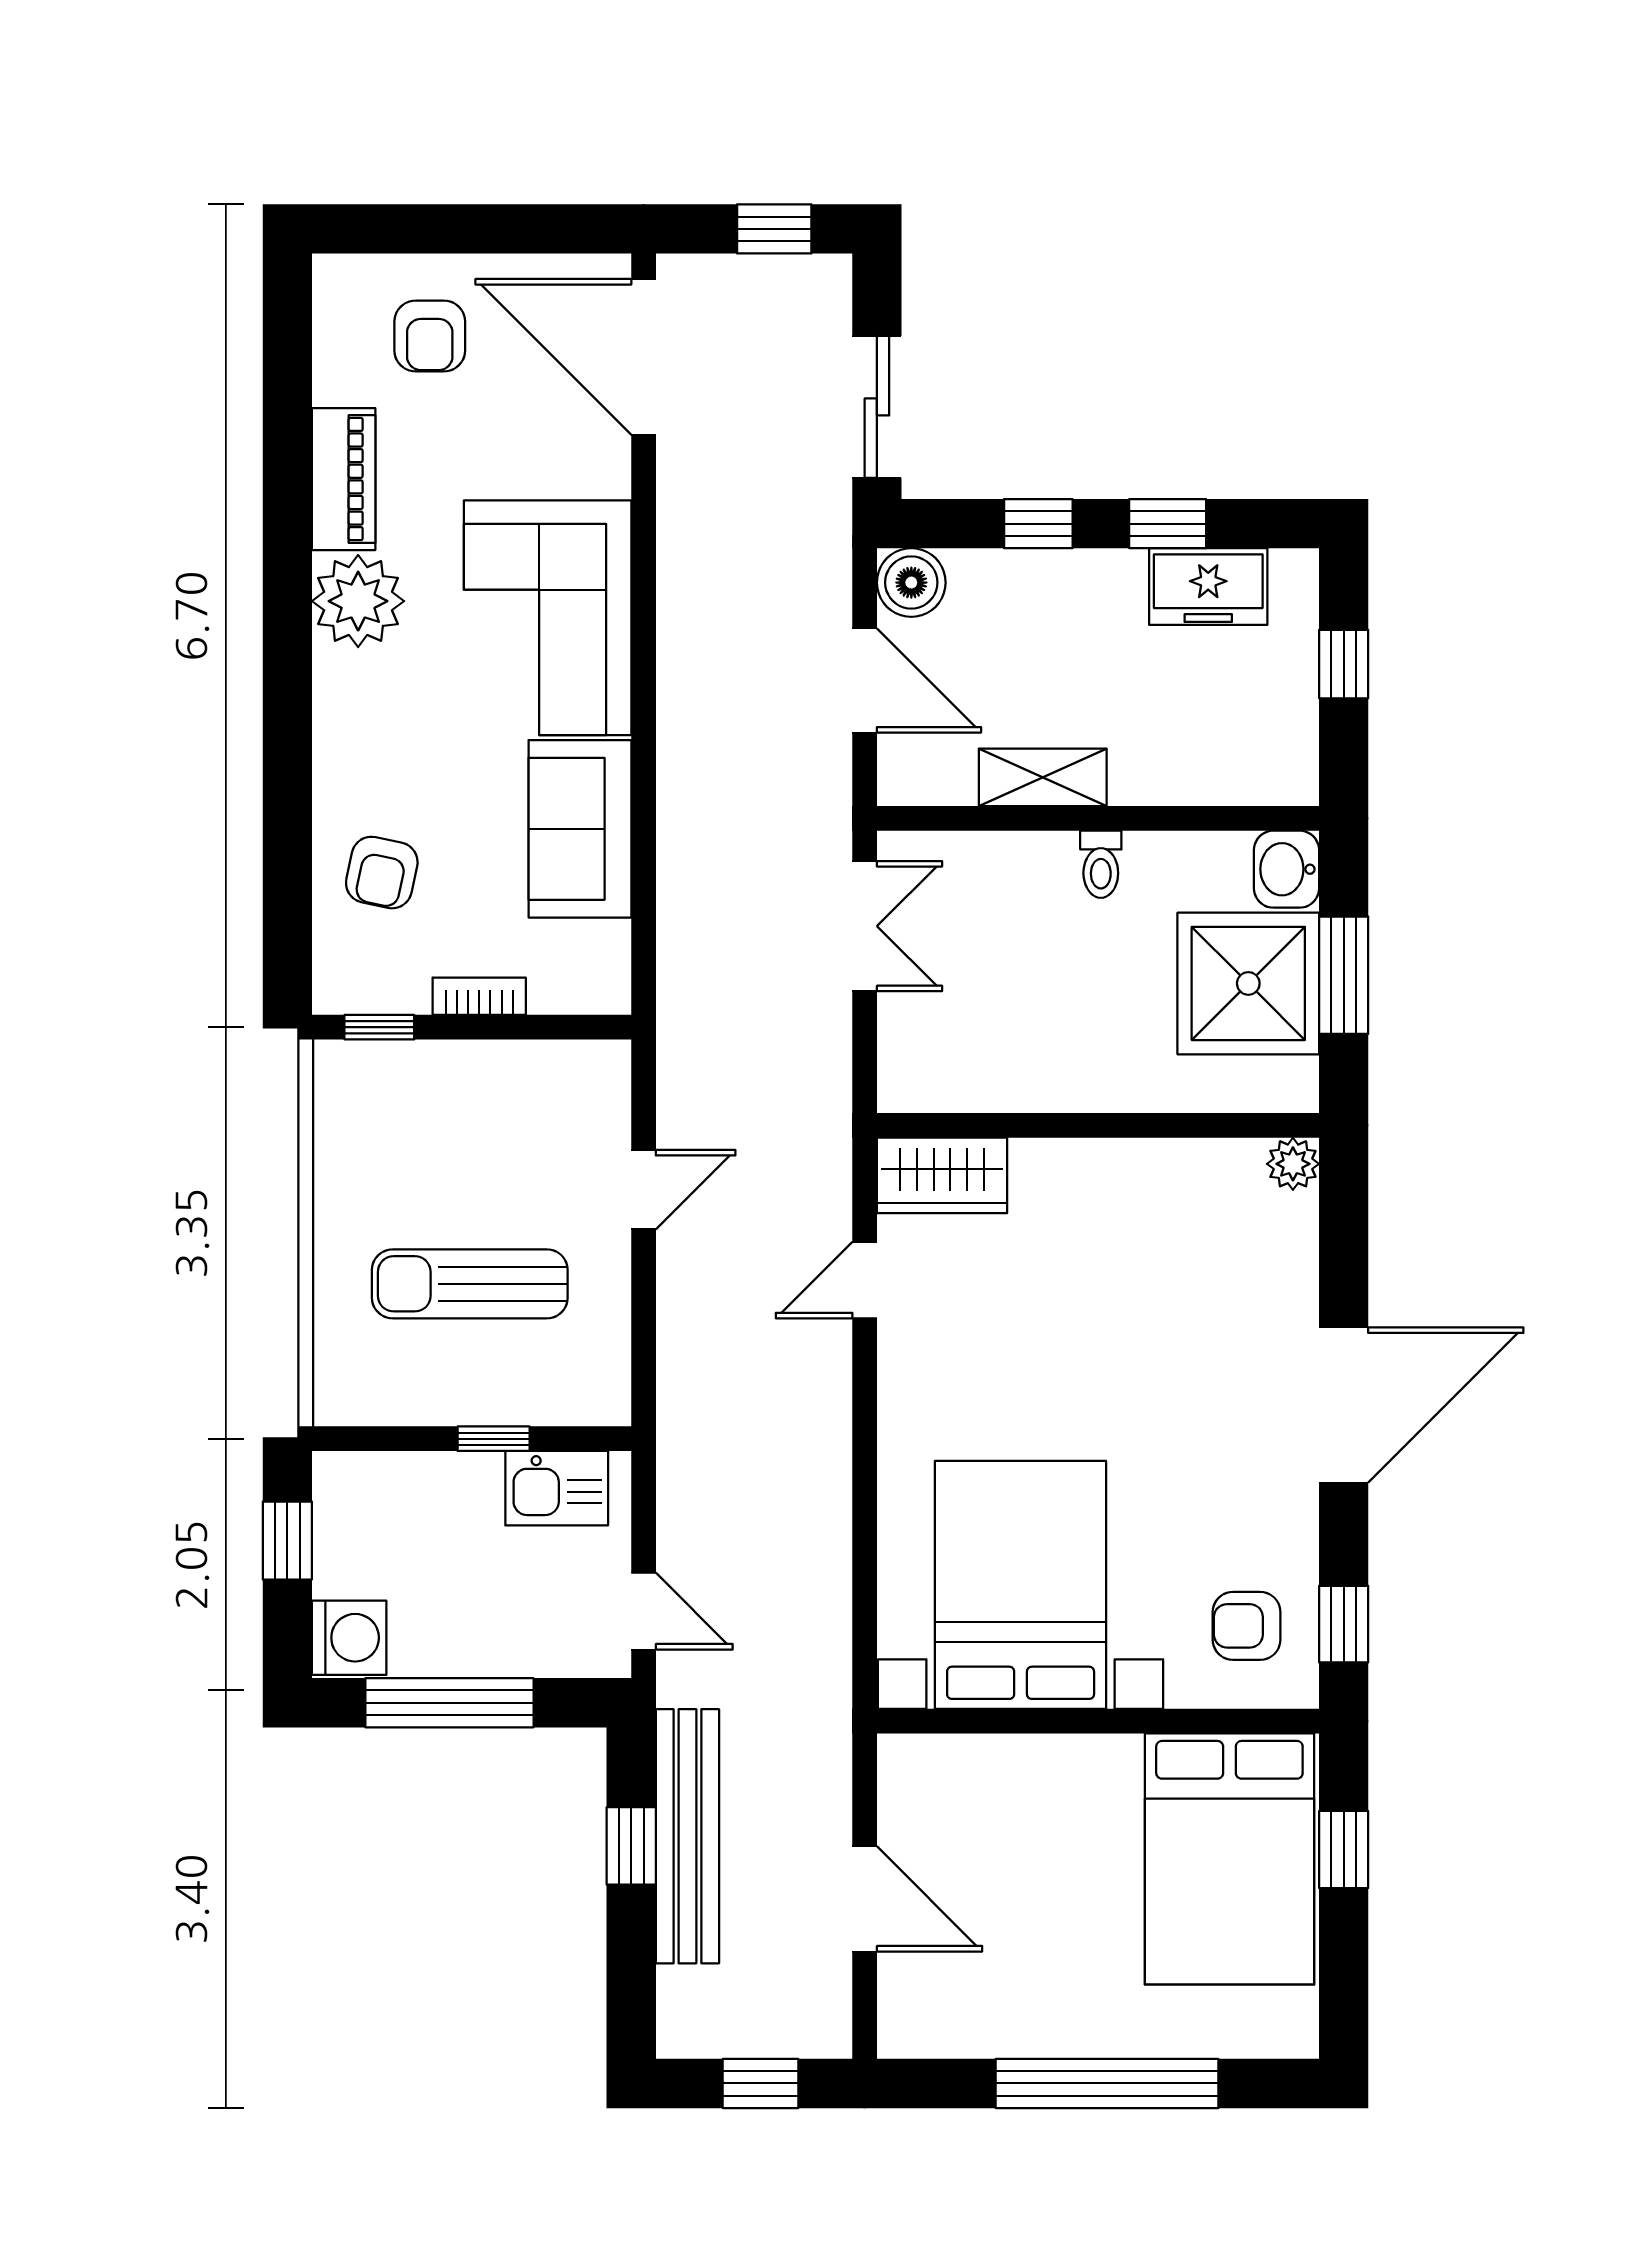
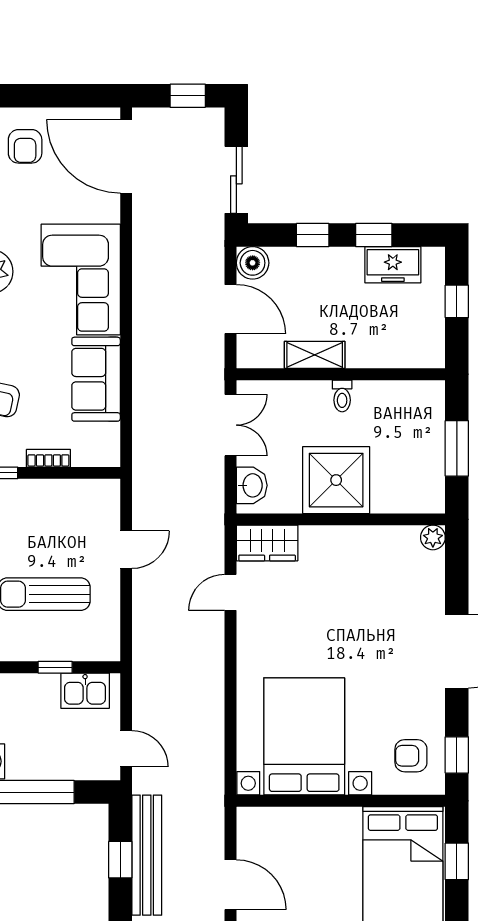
washbasin: (1286, 869) -> (252, 485), moved, turned 180
shower: (1248, 983) -> (336, 480), moved

